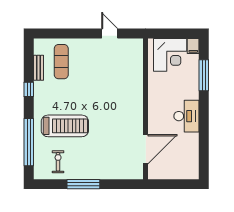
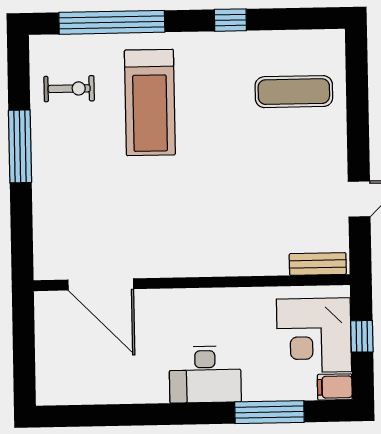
window: (171, 33) -> (362, 336), added
bench: (39, 68) -> (318, 264), moved
desk: (186, 116) -> (205, 374), moved

